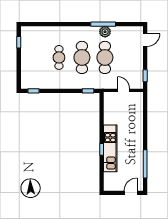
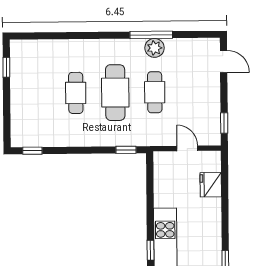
door: (145, 40) -> (224, 61), hinge flipped
cafe table: (105, 57) -> (155, 92), width x0.73, depth x0.74
fridge: (137, 112) -> (211, 185), added

